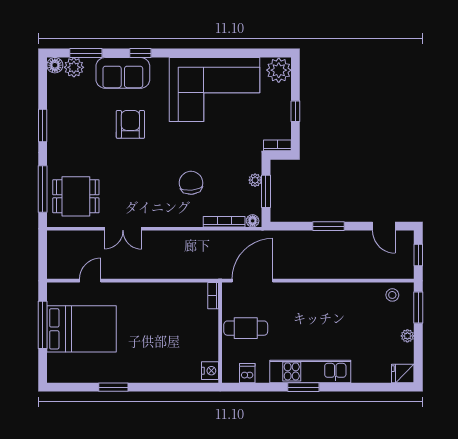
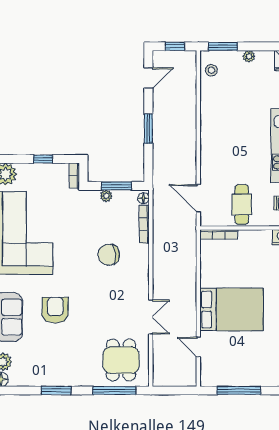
armchair: (130, 124) -> (55, 310), turned 90
door: (252, 281) -> (198, 198), width x0.73
bookcase: (213, 296) -> (219, 234), width x1.56
bed: (82, 329) -> (232, 309), moved, turned 90

